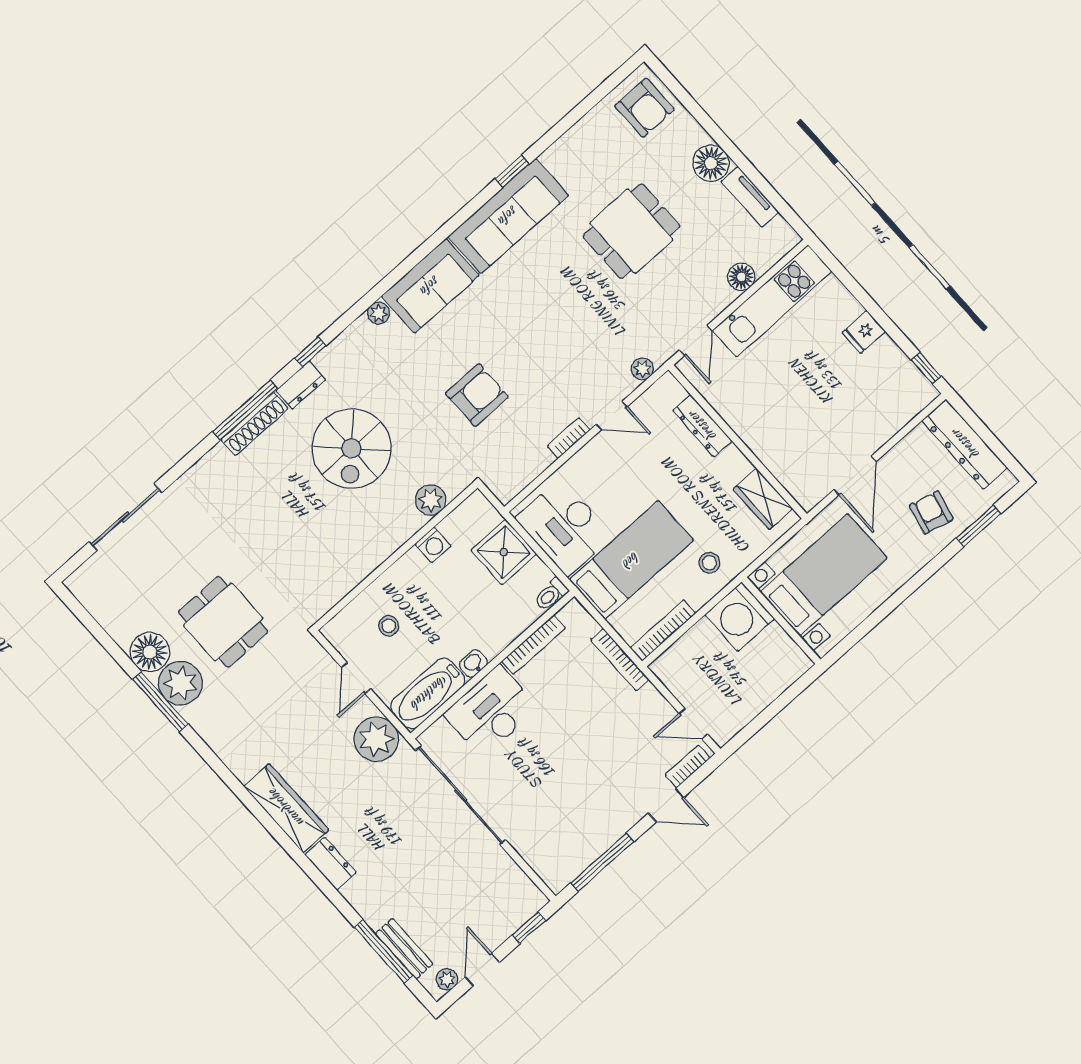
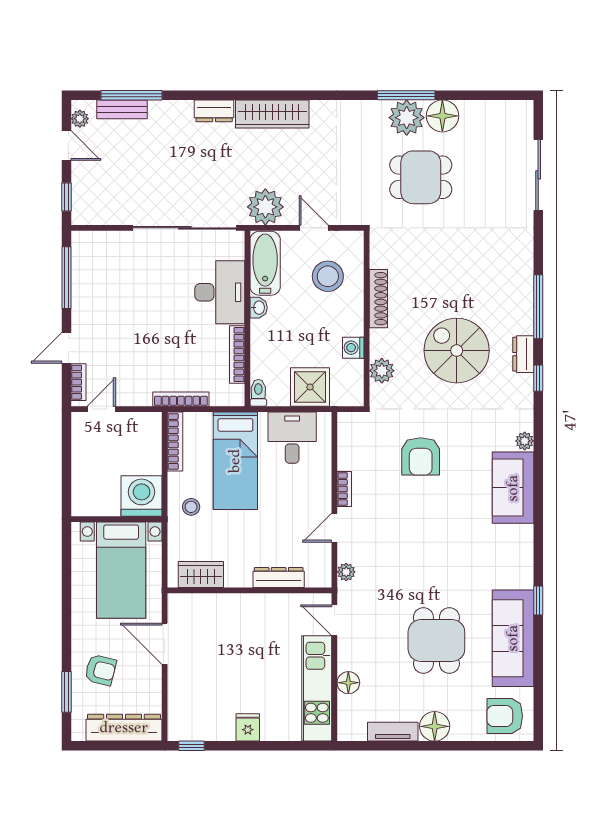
sofa: (508, 216) -> (513, 638), moved
shoe rack: (255, 424) -> (378, 299), moved, turned 180
desk: (564, 527) -> (292, 438), width x0.73
stool: (389, 626) -> (328, 276), width x1.89, depth x1.89

